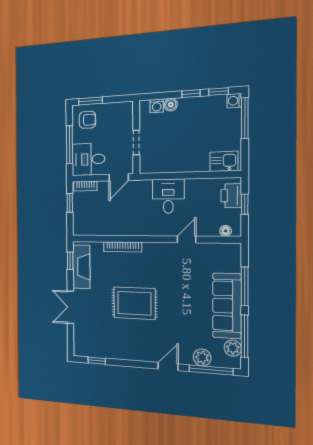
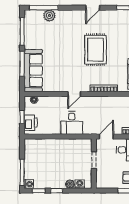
kitchen sink: (224, 161) -> (35, 145), removed
door: (187, 239) -> (74, 94), moved
rug: (134, 303) -> (95, 50), turned 90
sofa: (227, 306) -> (33, 71), moved
plant: (233, 348) -> (30, 23), removed
door: (168, 366) -> (93, 8), moved

